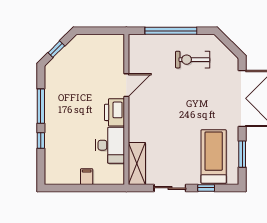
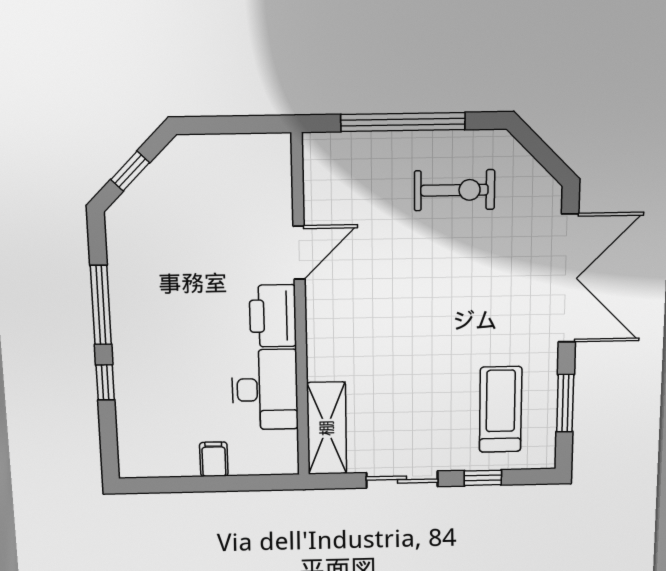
exercise bike: (193, 60) -> (454, 190), turned 180
treadmill: (214, 156) -> (501, 409), width x0.73, depth x0.73

